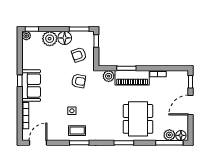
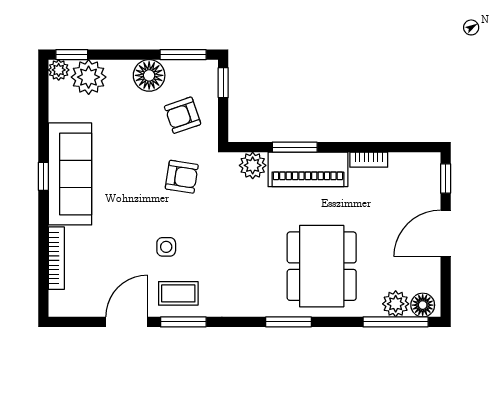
plant: (50, 39) -> (89, 77), moved
sofa: (31, 86) -> (70, 174), width x1.36
door: (38, 143) -> (127, 322), moved

